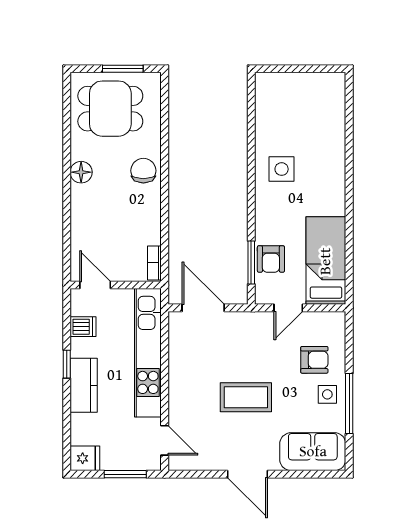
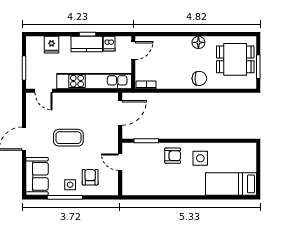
dining table: (110, 109) -> (235, 59), turned 90
armchair: (271, 259) -> (173, 156), moved, turned 180
bed: (326, 261) -> (231, 184), moved, turned 180
armchair: (314, 360) -> (90, 177), turned 180
kitchen counter: (84, 385) -> (87, 44), moved
coffee table: (246, 397) -> (68, 138), turned 90
door: (165, 440) -> (44, 91), hinge flipped
fridge: (85, 458) -> (51, 45), moved

